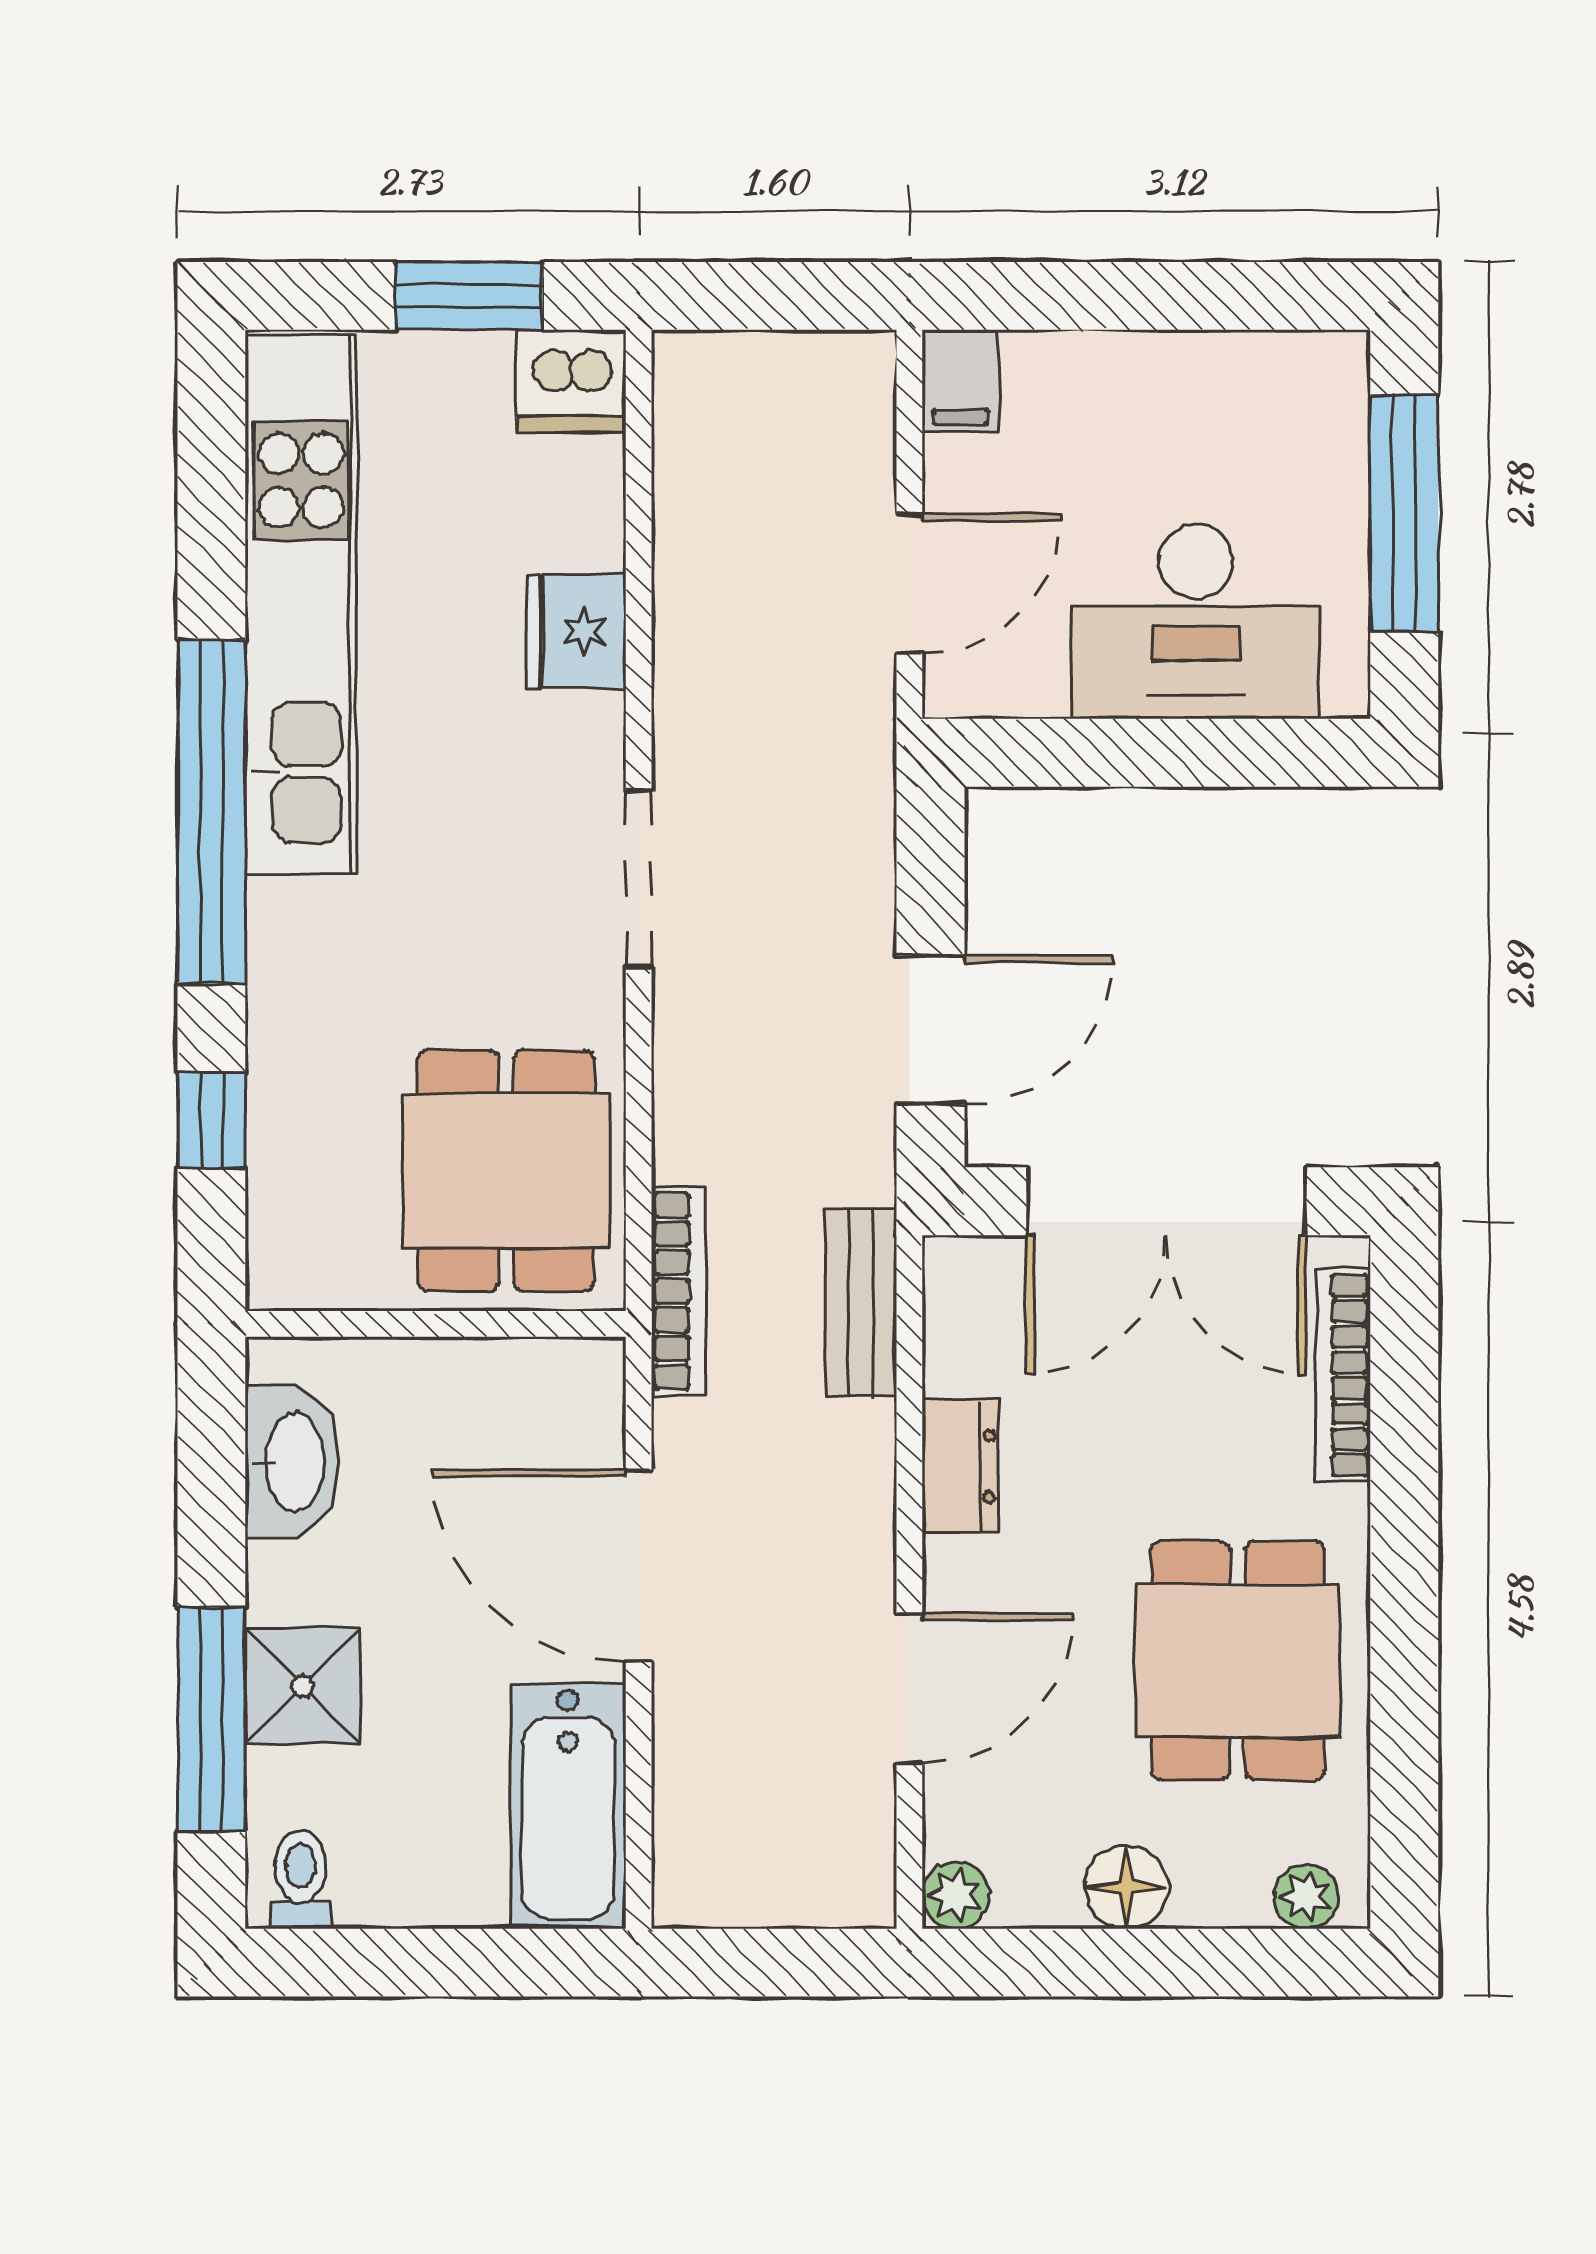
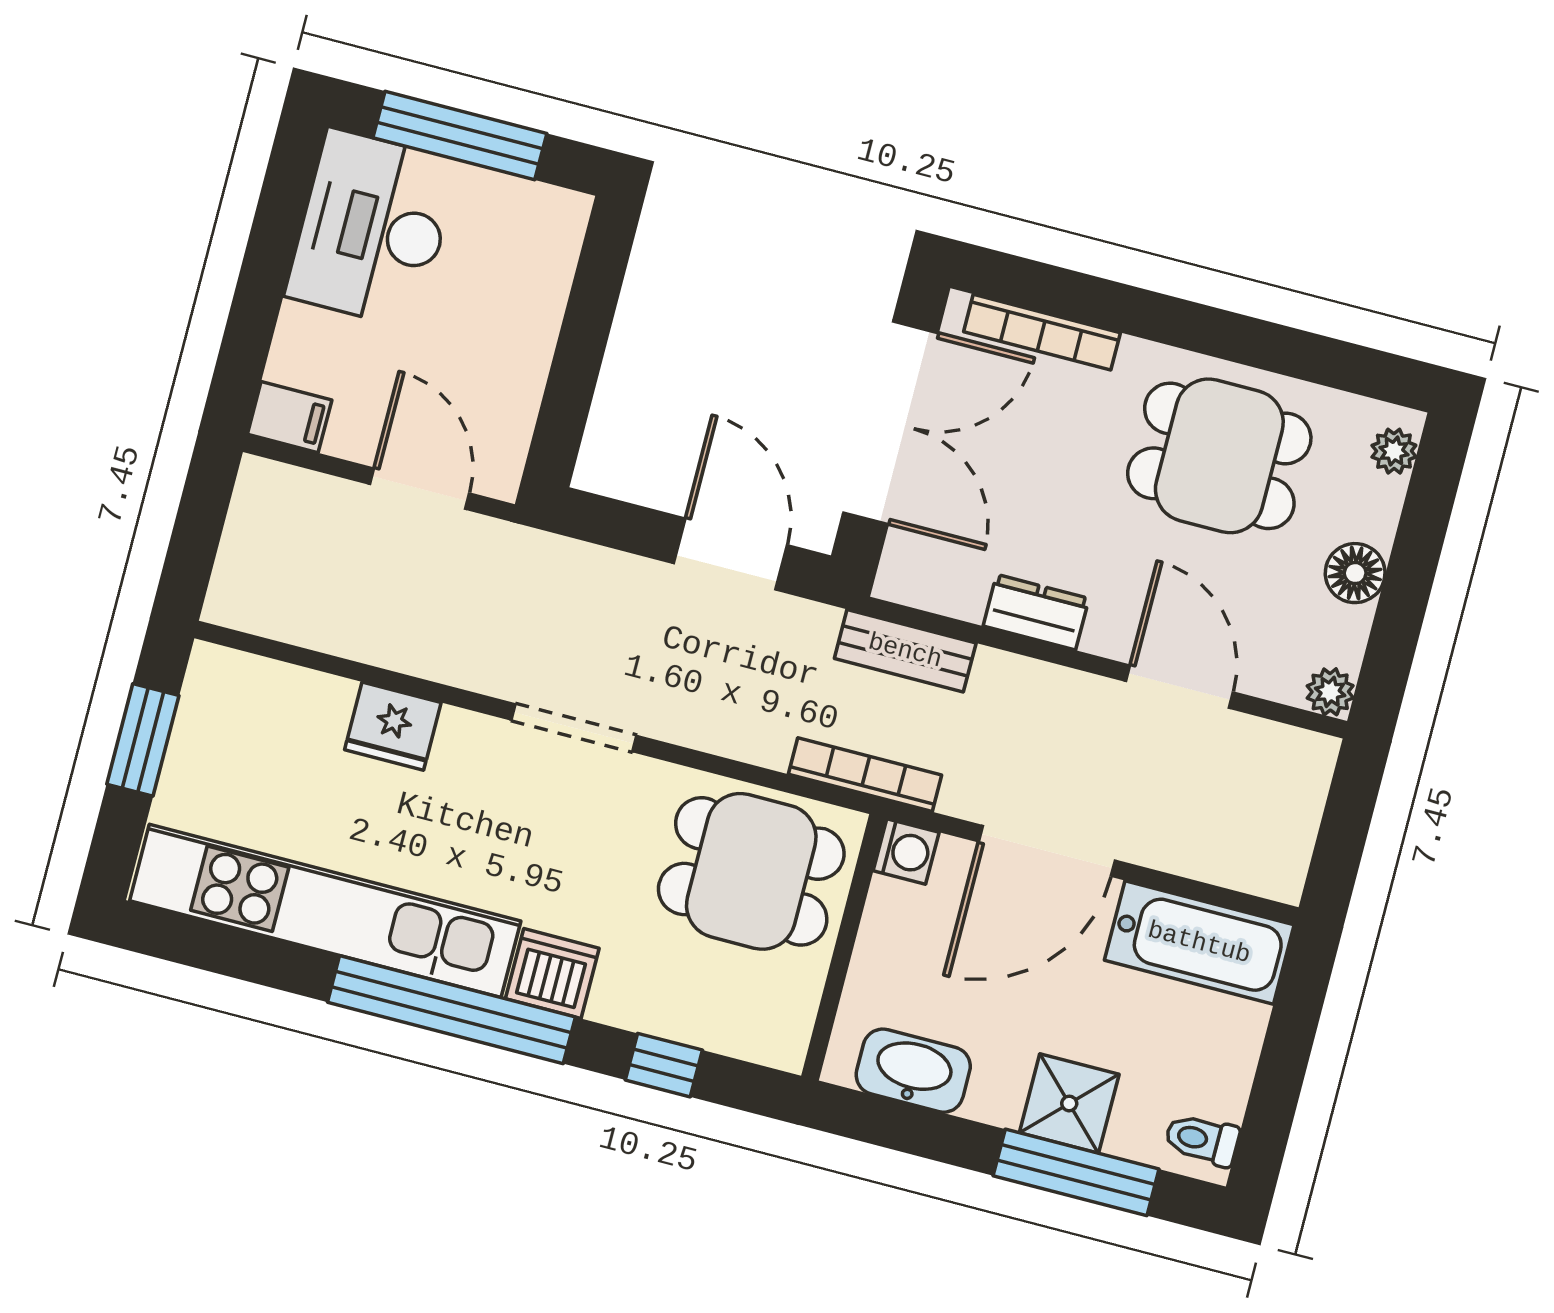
dishwasher: (571, 381) -> (552, 973), moved, turned -90
desk: (1196, 622) -> (372, 229), moved, turned 180
washing machine: (588, 1375) -> (906, 852), added

